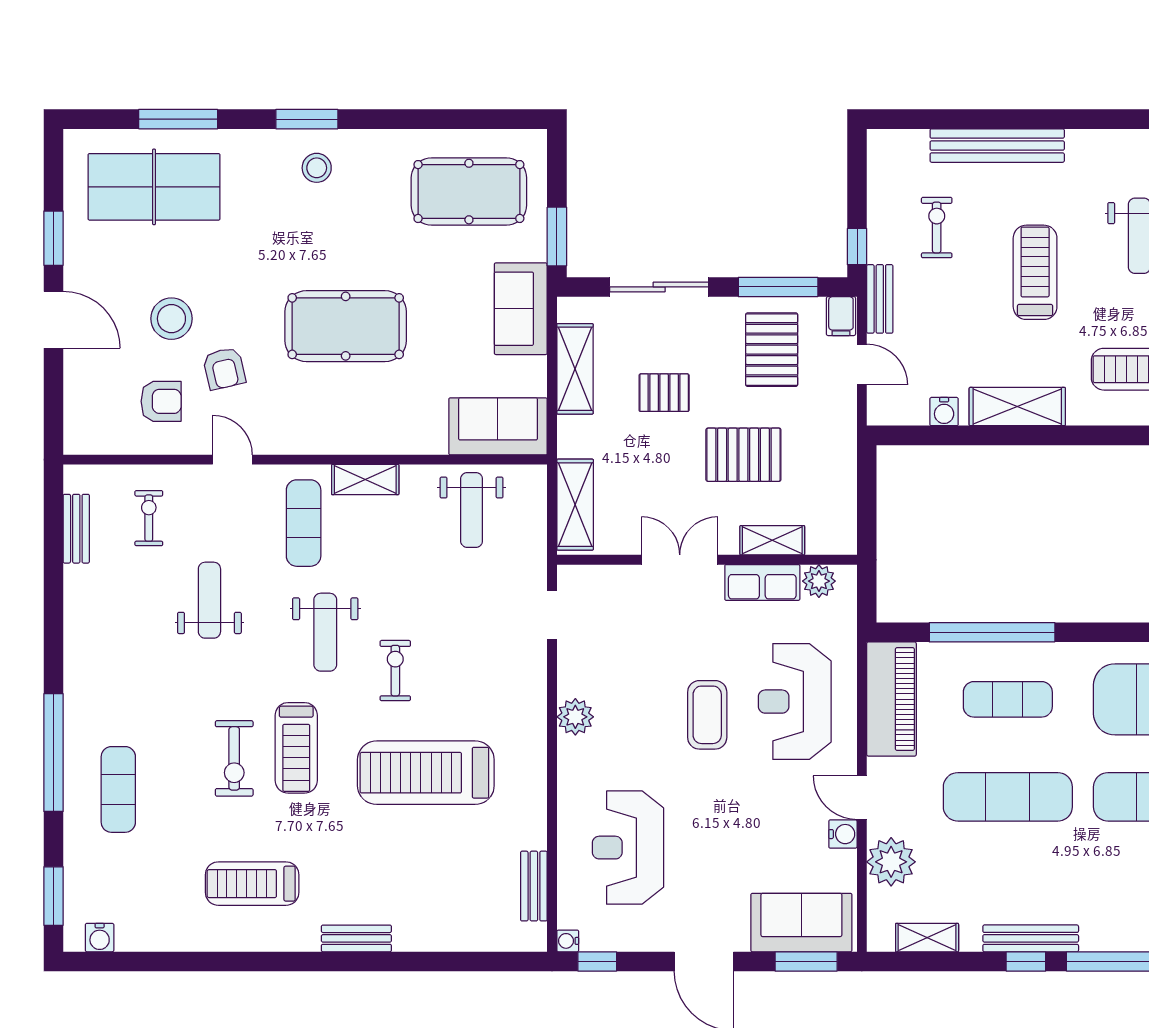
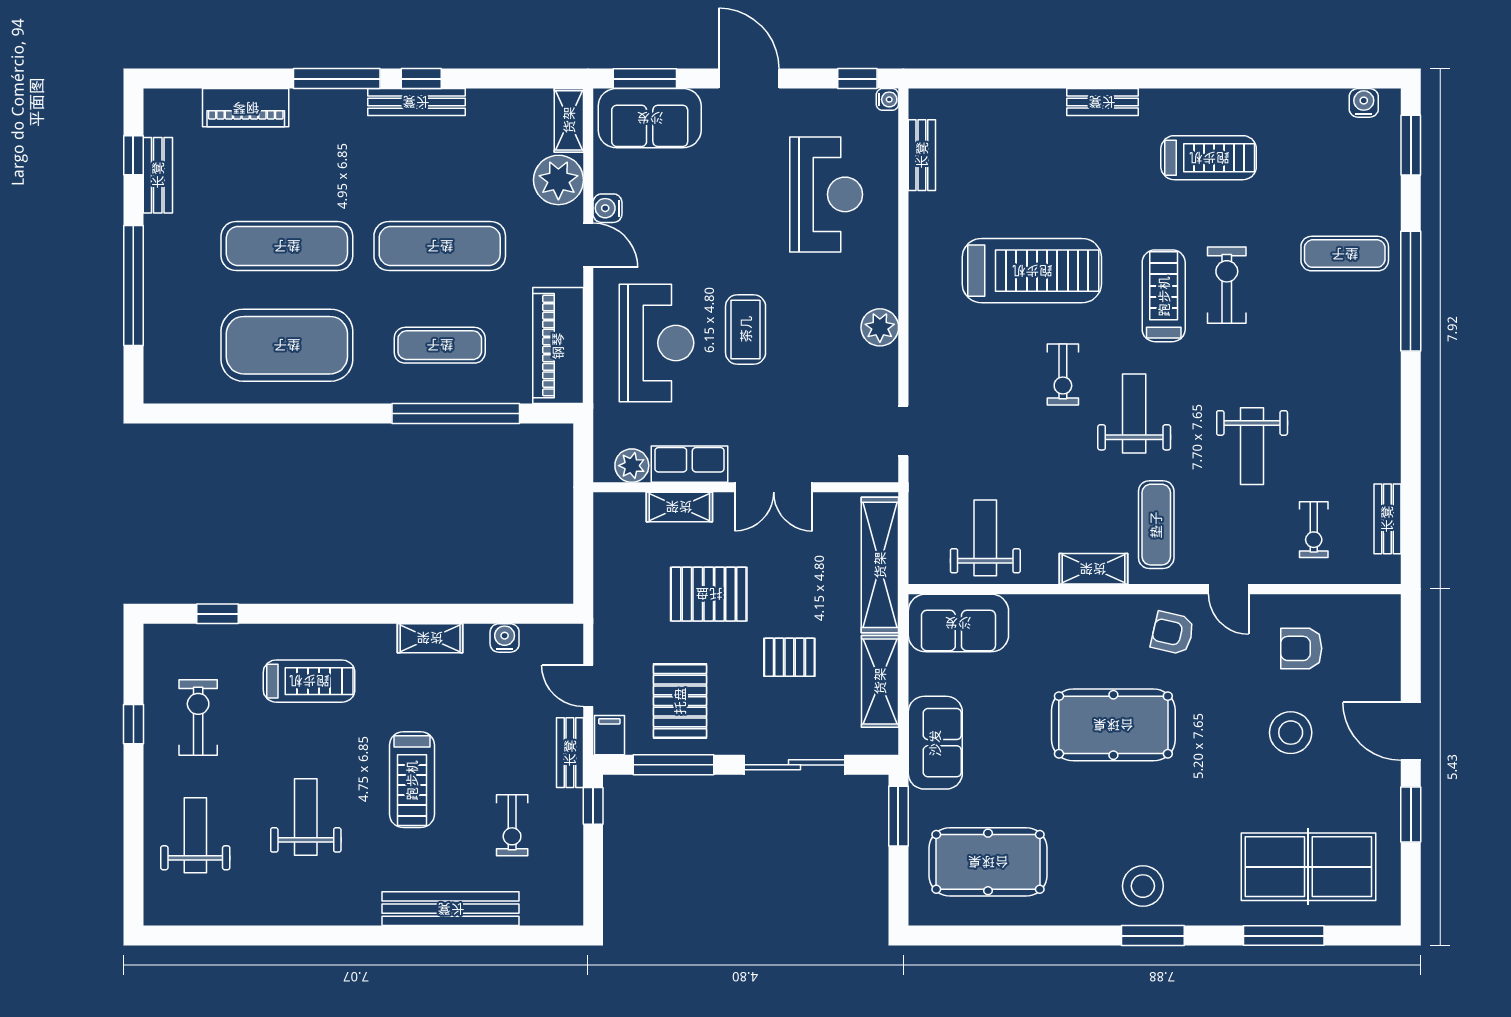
stool: (317, 168) -> (1143, 886), width x1.38, depth x1.38
armchair: (224, 368) -> (1172, 633), moved, turned -64
shelving: (1017, 407) -> (430, 638), width x0.67, depth x0.75
shelving: (575, 505) -> (880, 565), width x1.47
exercise mat: (118, 789) -> (1345, 254), turned 90
shelving: (927, 938) -> (569, 120), moved, turned 90

